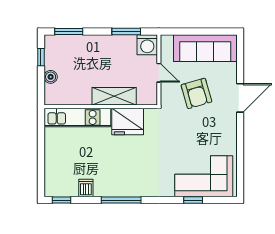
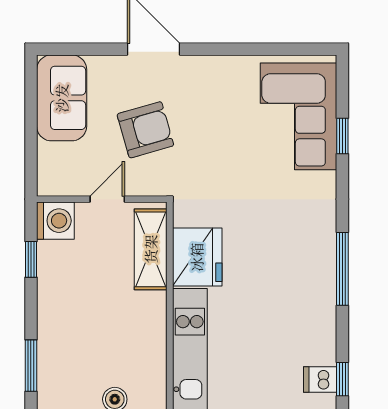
window: (126, 31) -> (31, 259), width x0.67
sofa: (205, 48) -> (62, 98), width x0.73
shelving: (114, 96) -> (151, 249), moved
dishwasher: (86, 188) -> (320, 379), moved

